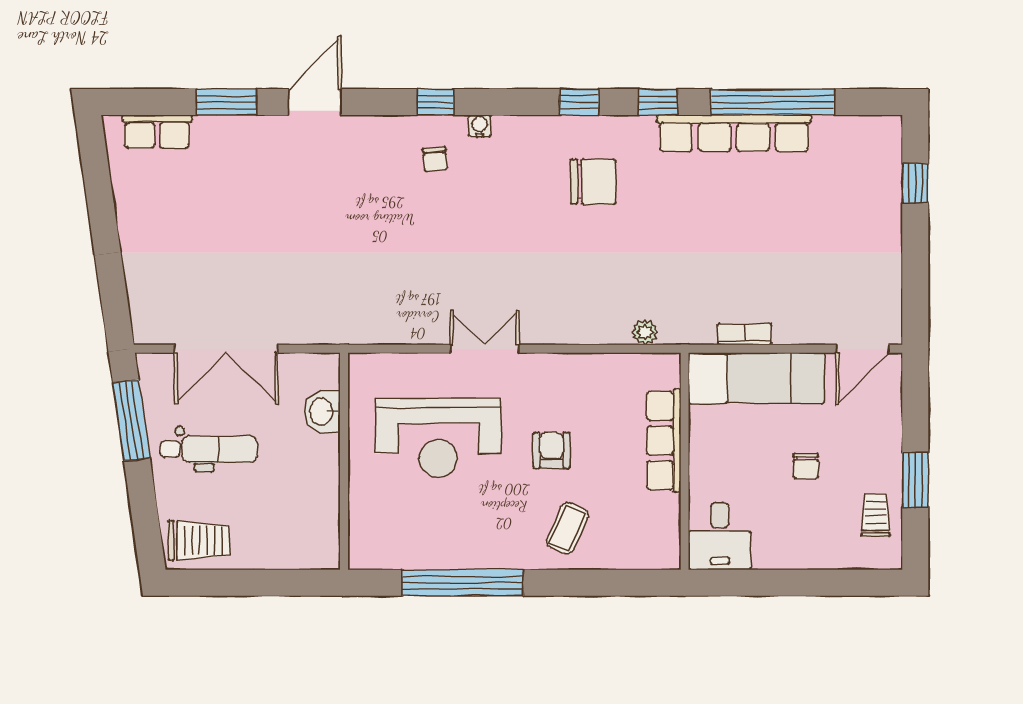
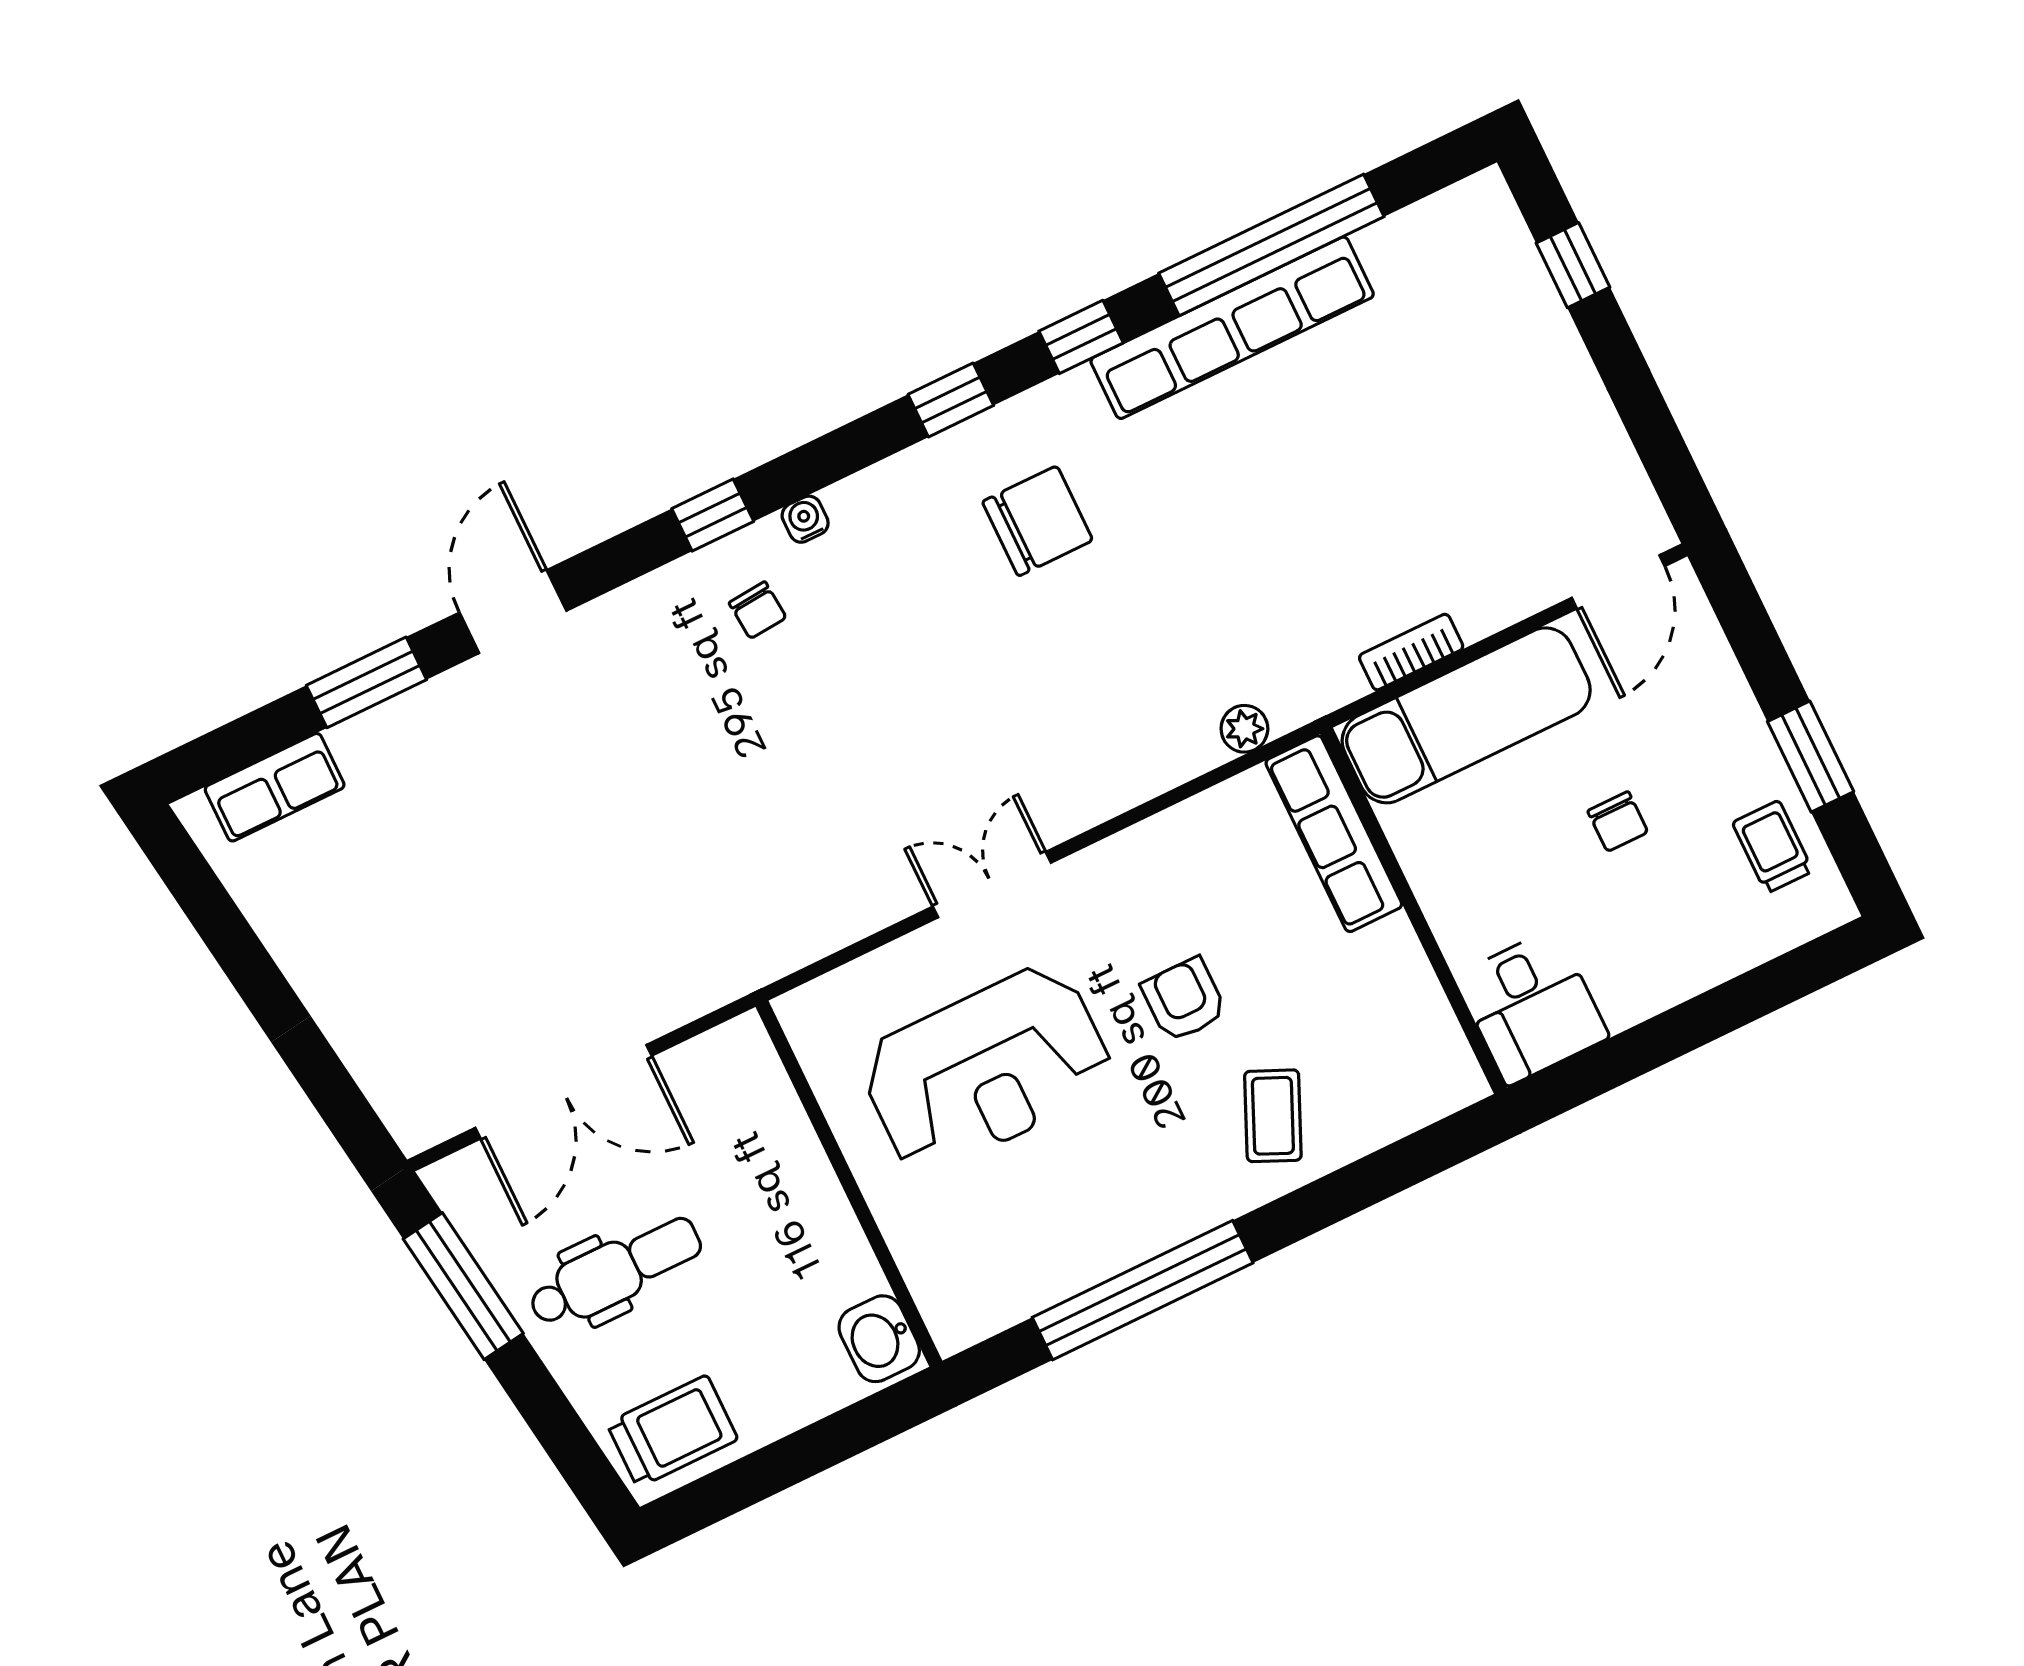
washbasin: (322, 412) -> (879, 1339), moved
row of seats: (664, 441) -> (1334, 834), moved

